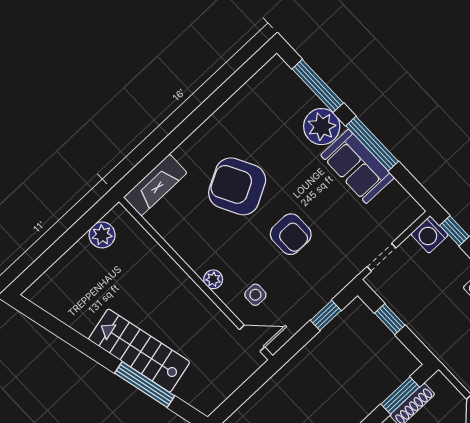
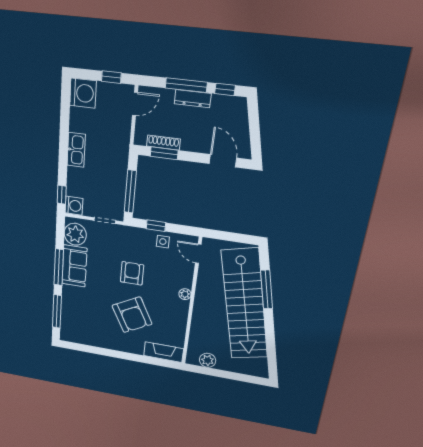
plant: (322, 127) -> (75, 234), moved
side table: (255, 295) -> (163, 242), moved
window: (390, 319) -> (130, 192), width x2.17
stairs: (139, 351) -> (245, 305), width x1.86, depth x1.51

